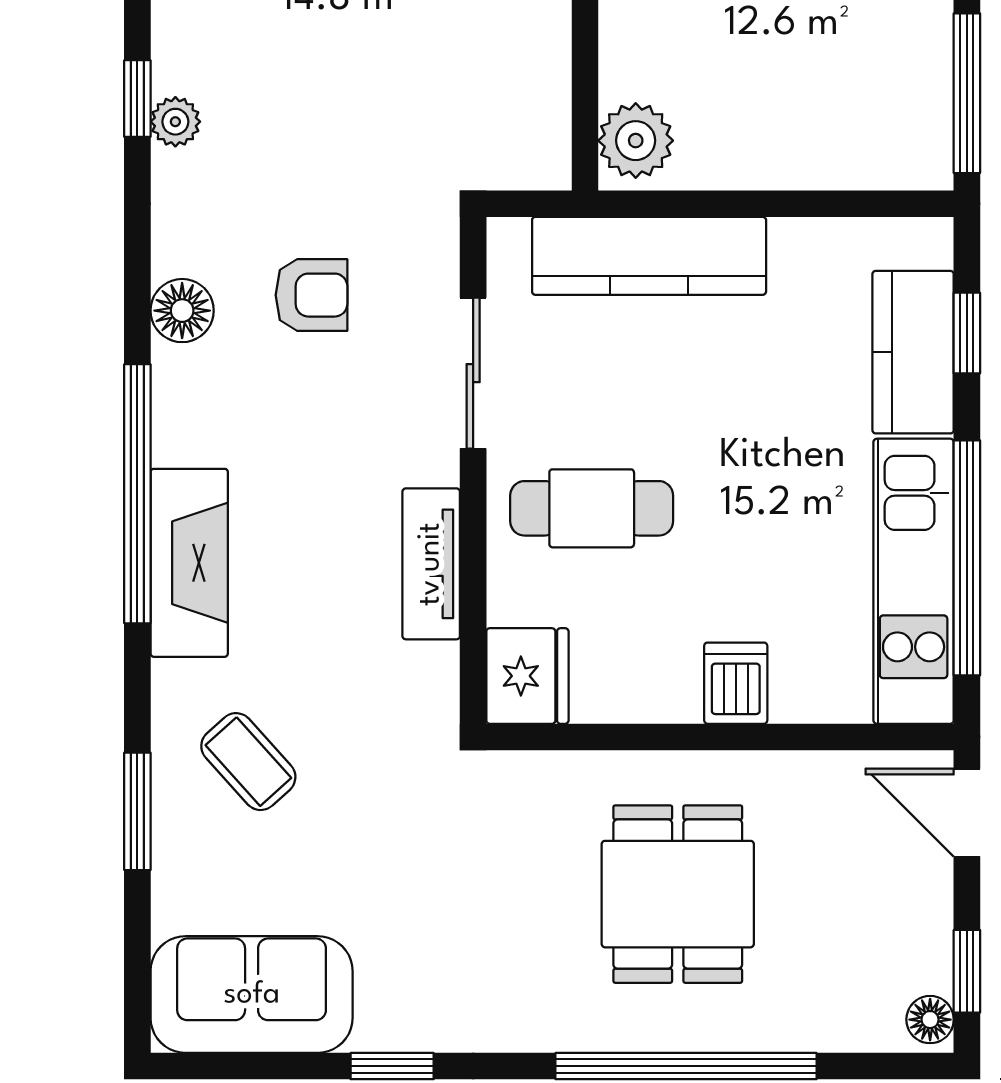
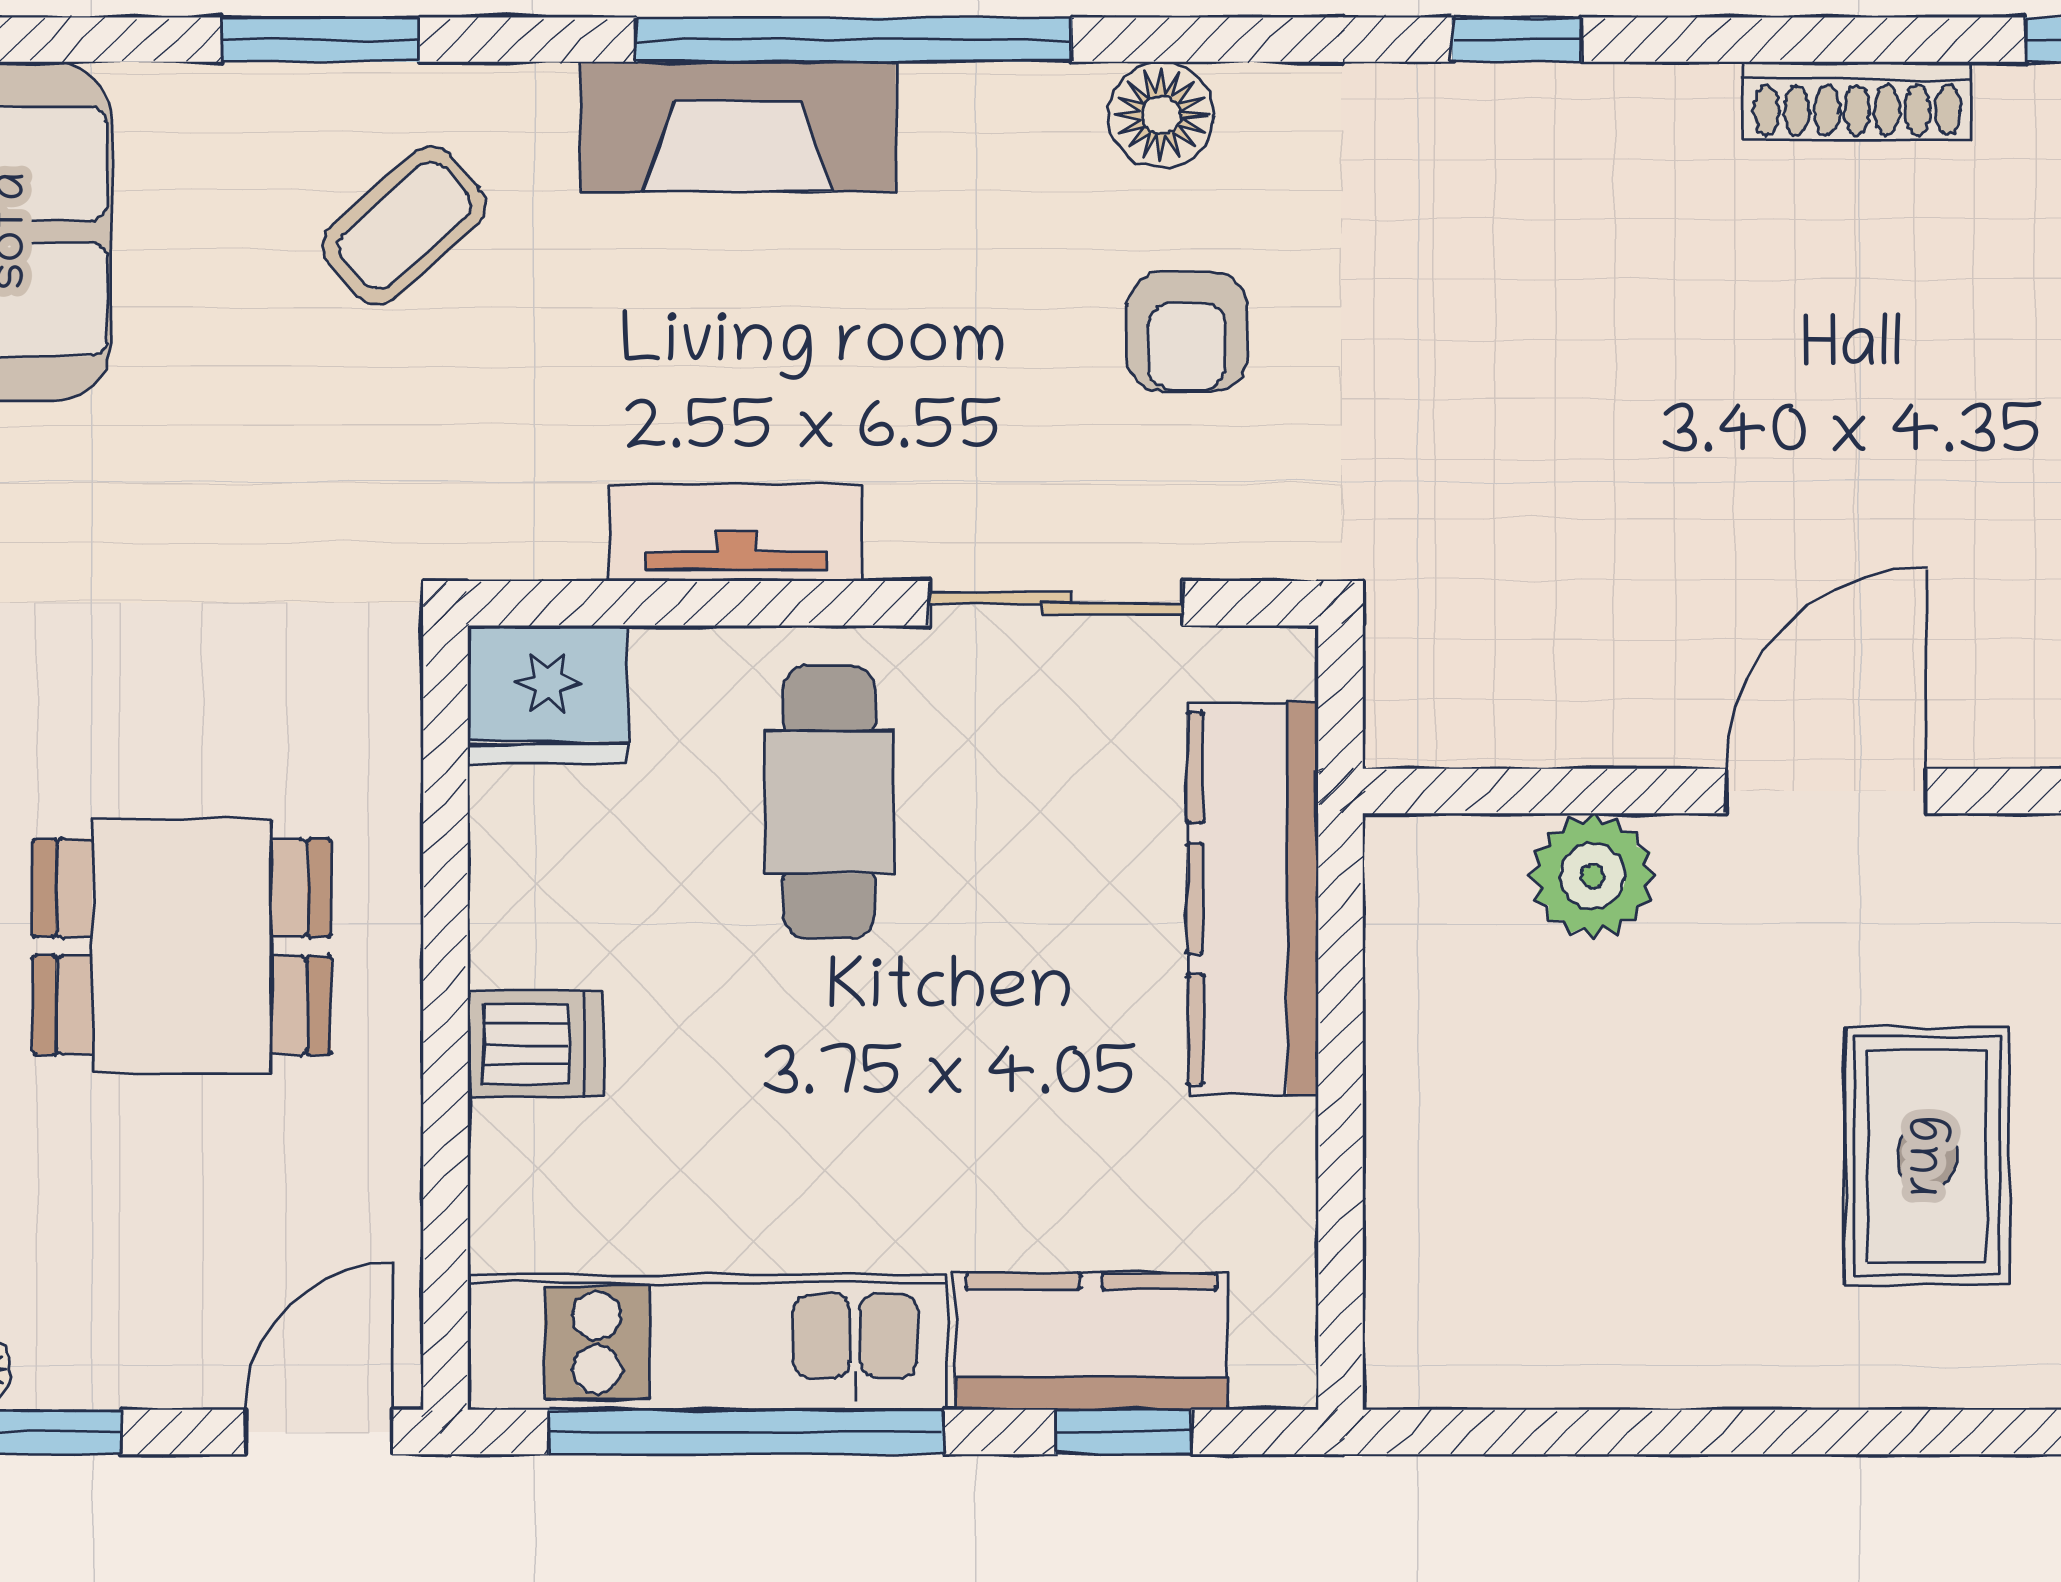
window: (967, 93) -> (1526, 1432), removed
plant: (175, 122) -> (1478, 103), removed
plant: (636, 141) -> (1593, 876), moved

